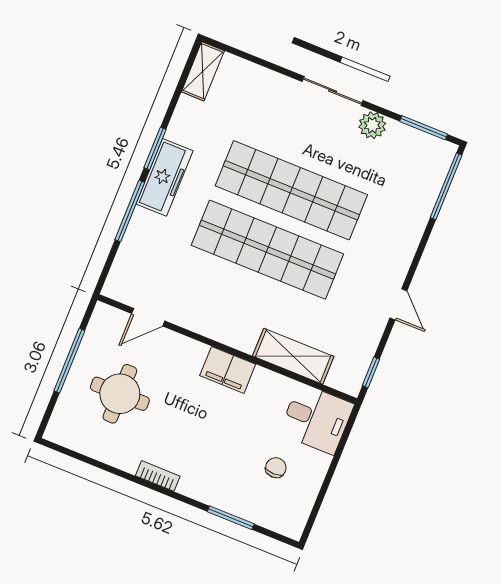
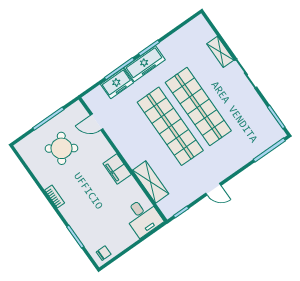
shelving: (203, 71) -> (220, 52), moved, turned 90
plant: (372, 125) -> (254, 101), removed
freezer: (141, 236) -> (117, 83), added
door: (398, 304) -> (213, 189), hinge flipped
round table: (120, 394) -> (61, 148), turned 34
chair: (276, 468) -> (104, 253), moved

